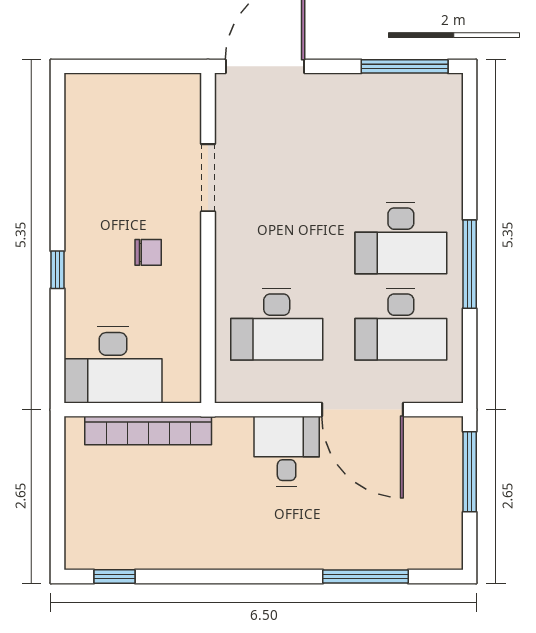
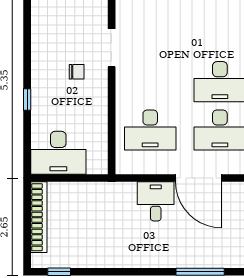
chair: (148, 252) -> (77, 72), moved
bookcase: (148, 431) -> (39, 217), moved, turned -90

